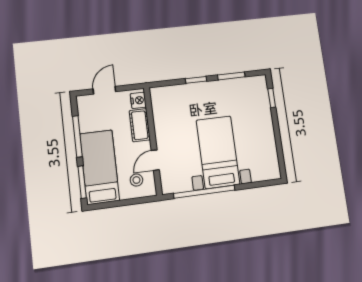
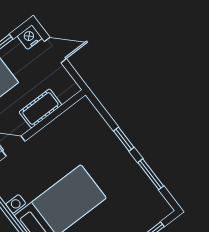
nightstand: (138, 100) -> (30, 37), moved, turned 180

